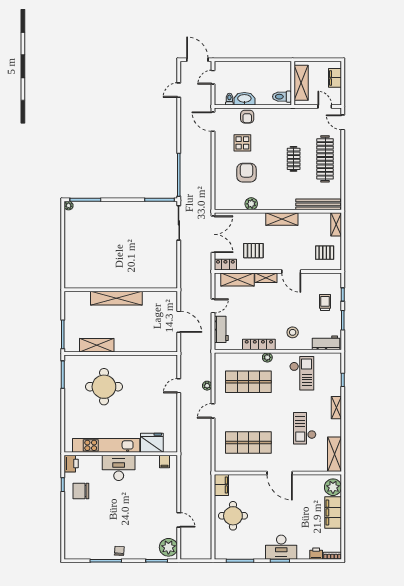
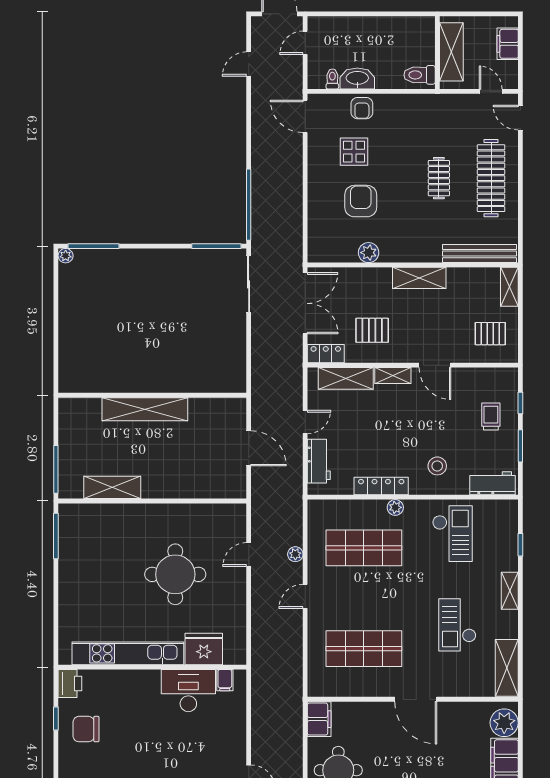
round table: (104, 387) -> (175, 574), moved
desk: (119, 468) -> (188, 691), moved

